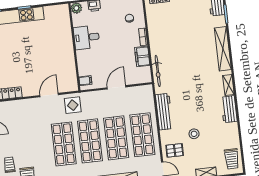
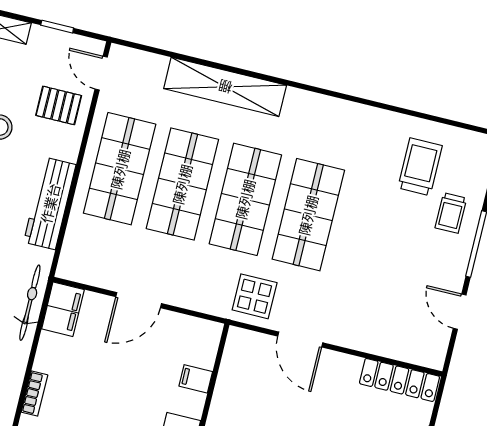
filing cabinet: (142, 56) -> (63, 309), moved
filing cabinet: (85, 81) -> (196, 379), moved
door: (49, 95) -> (300, 340), hinge flipped

